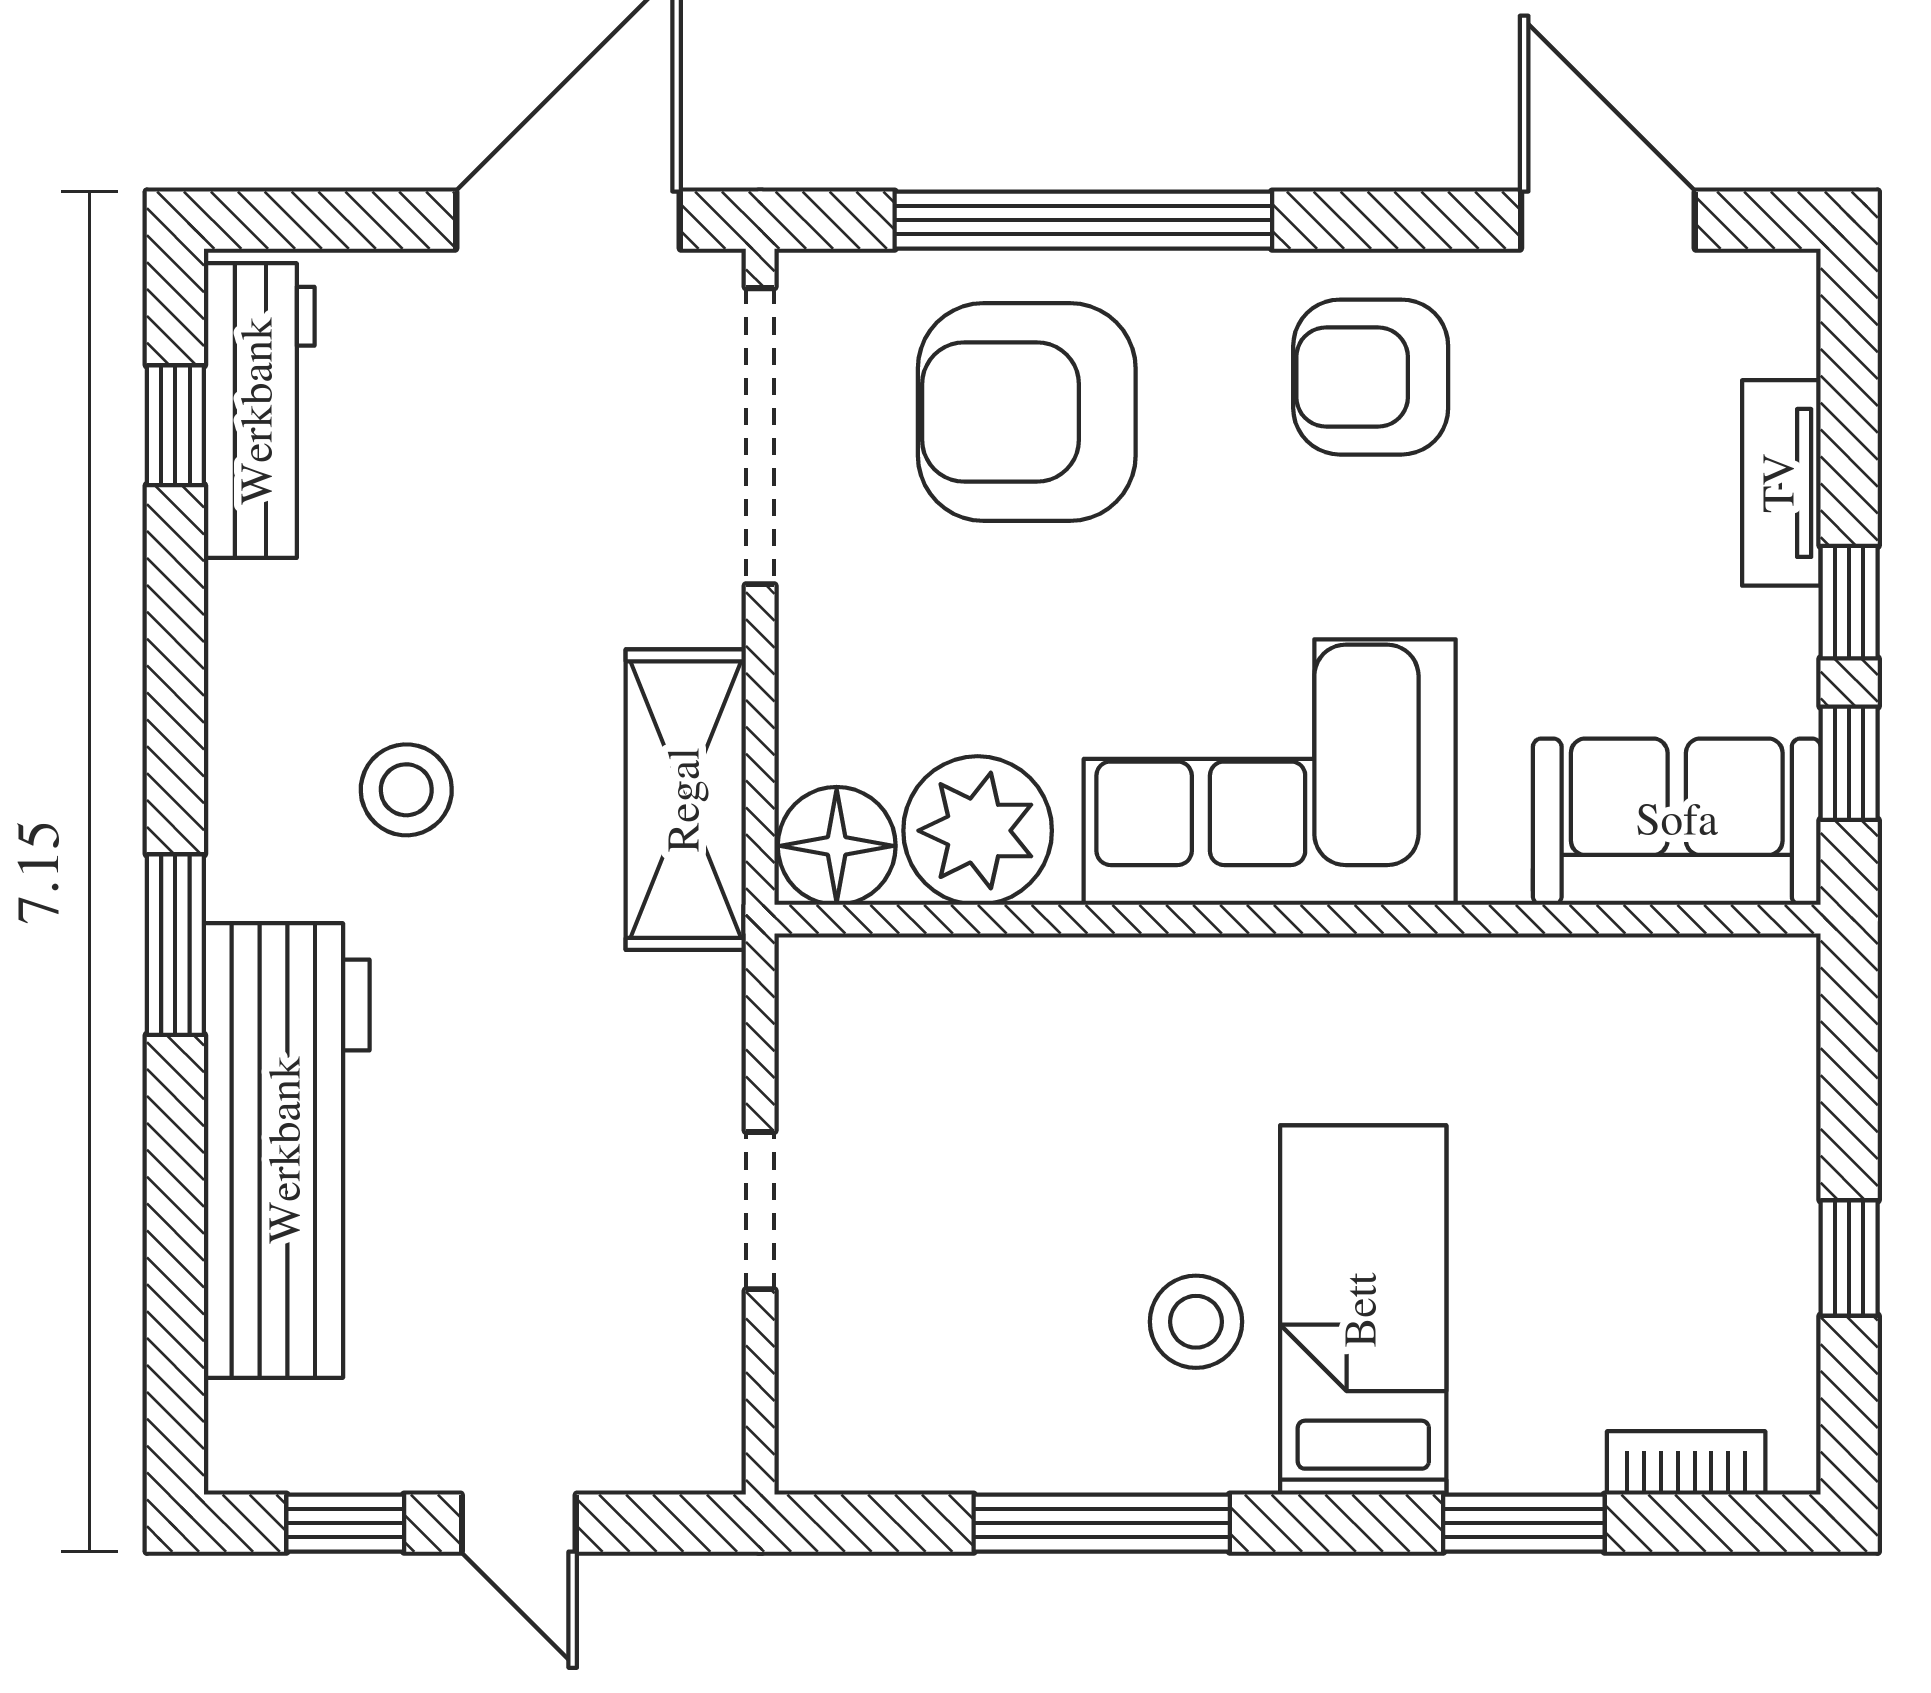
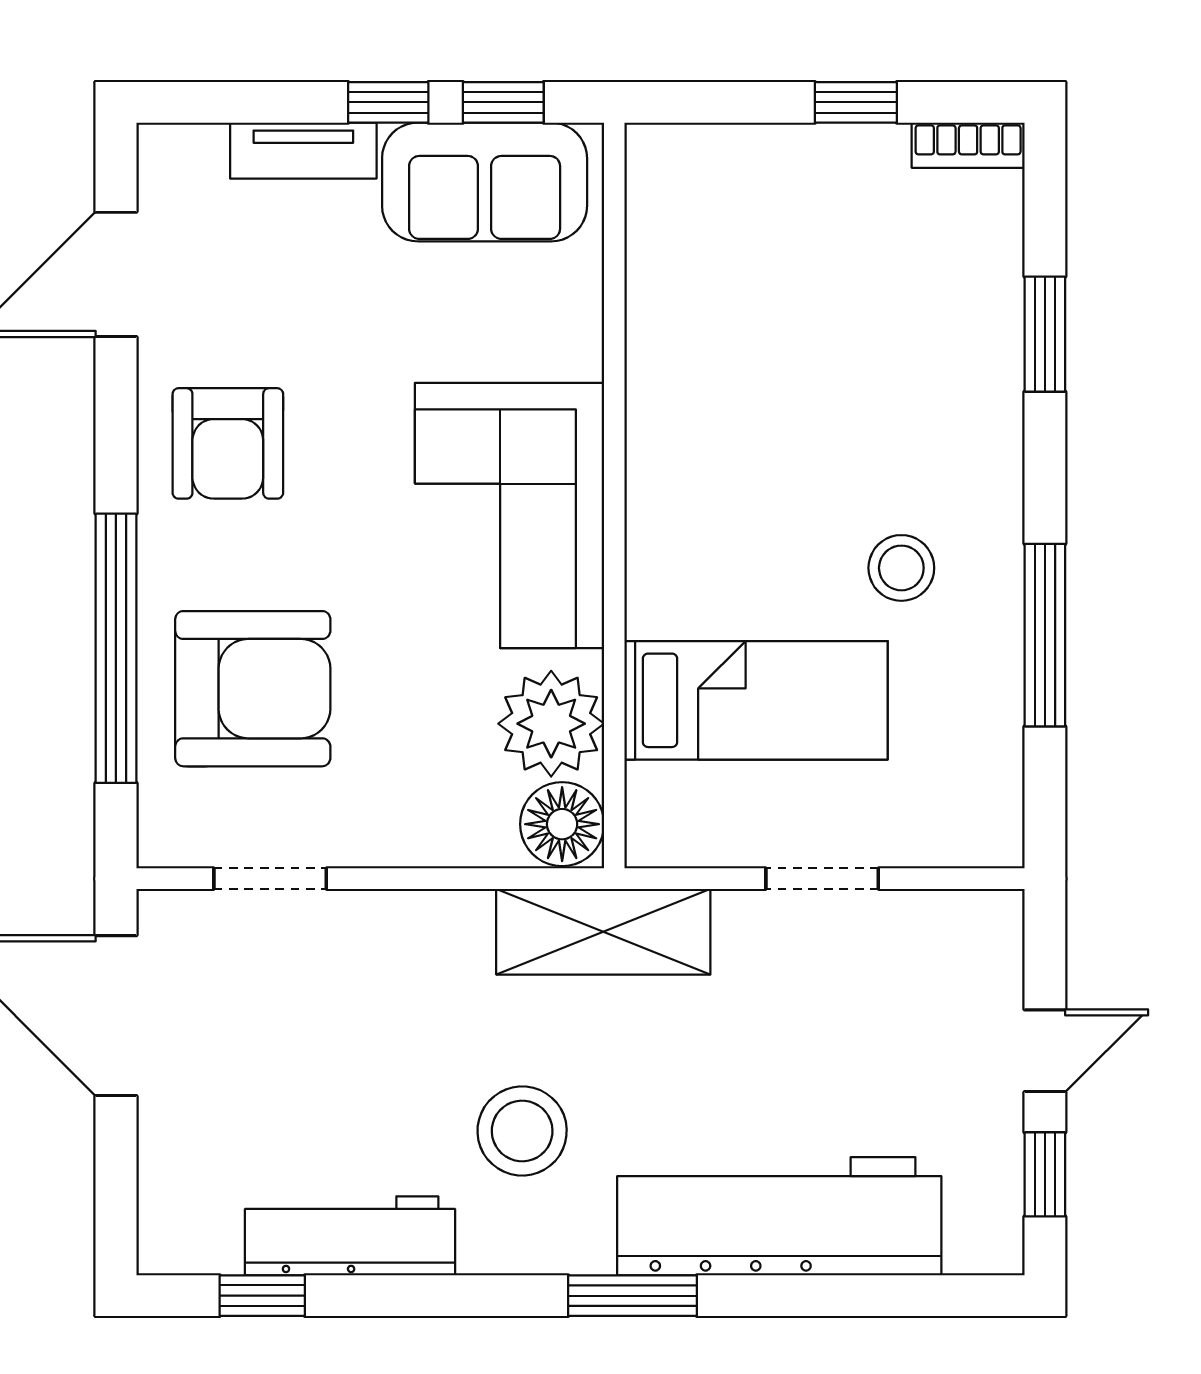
workbench: (259, 411) -> (350, 1236), moved
armchair: (1027, 412) -> (253, 689), turned -90
doorway: (760, 436) -> (270, 879), width x0.53
stool: (406, 790) -> (522, 1131), width x1.38, depth x1.38
shelving: (686, 800) -> (603, 932), moved
sofa: (1677, 822) -> (485, 182), moved, turned -90
bed: (1363, 1310) -> (756, 700), moved, turned 180
bookcase: (1686, 1463) -> (968, 145), moved, turned -90

